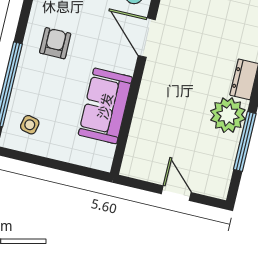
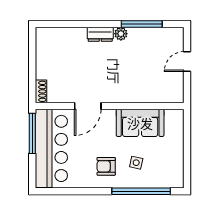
plant: (228, 115) -> (121, 34), width x0.53, depth x0.53
side table: (30, 125) -> (136, 163), moved

